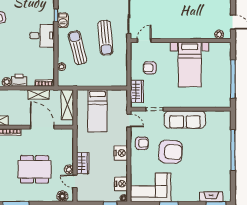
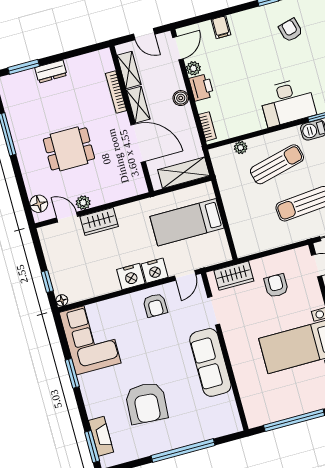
desk: (42, 36) -> (287, 102), width x1.37
boiler: (22, 94) -> (181, 98), added
shelving: (38, 94) -> (138, 105), moved
door: (42, 127) -> (138, 143), hinge flipped
armchair: (171, 152) -> (146, 403), moved
dining table: (35, 169) -> (69, 149), width x0.73
door: (75, 181) -> (67, 217), hinge flipped
nightstand: (121, 184) -> (155, 271), moved

